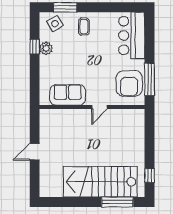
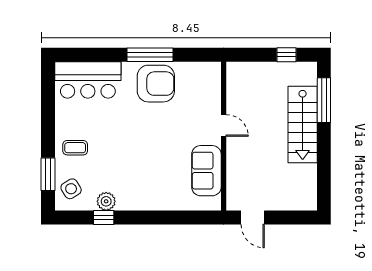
sofa: (68, 95) -> (206, 171), moved
wall: (92, 107) -> (224, 136), moved
door: (100, 107) -> (224, 126), moved
stairs: (100, 182) -> (303, 124), width x0.73, depth x0.66

